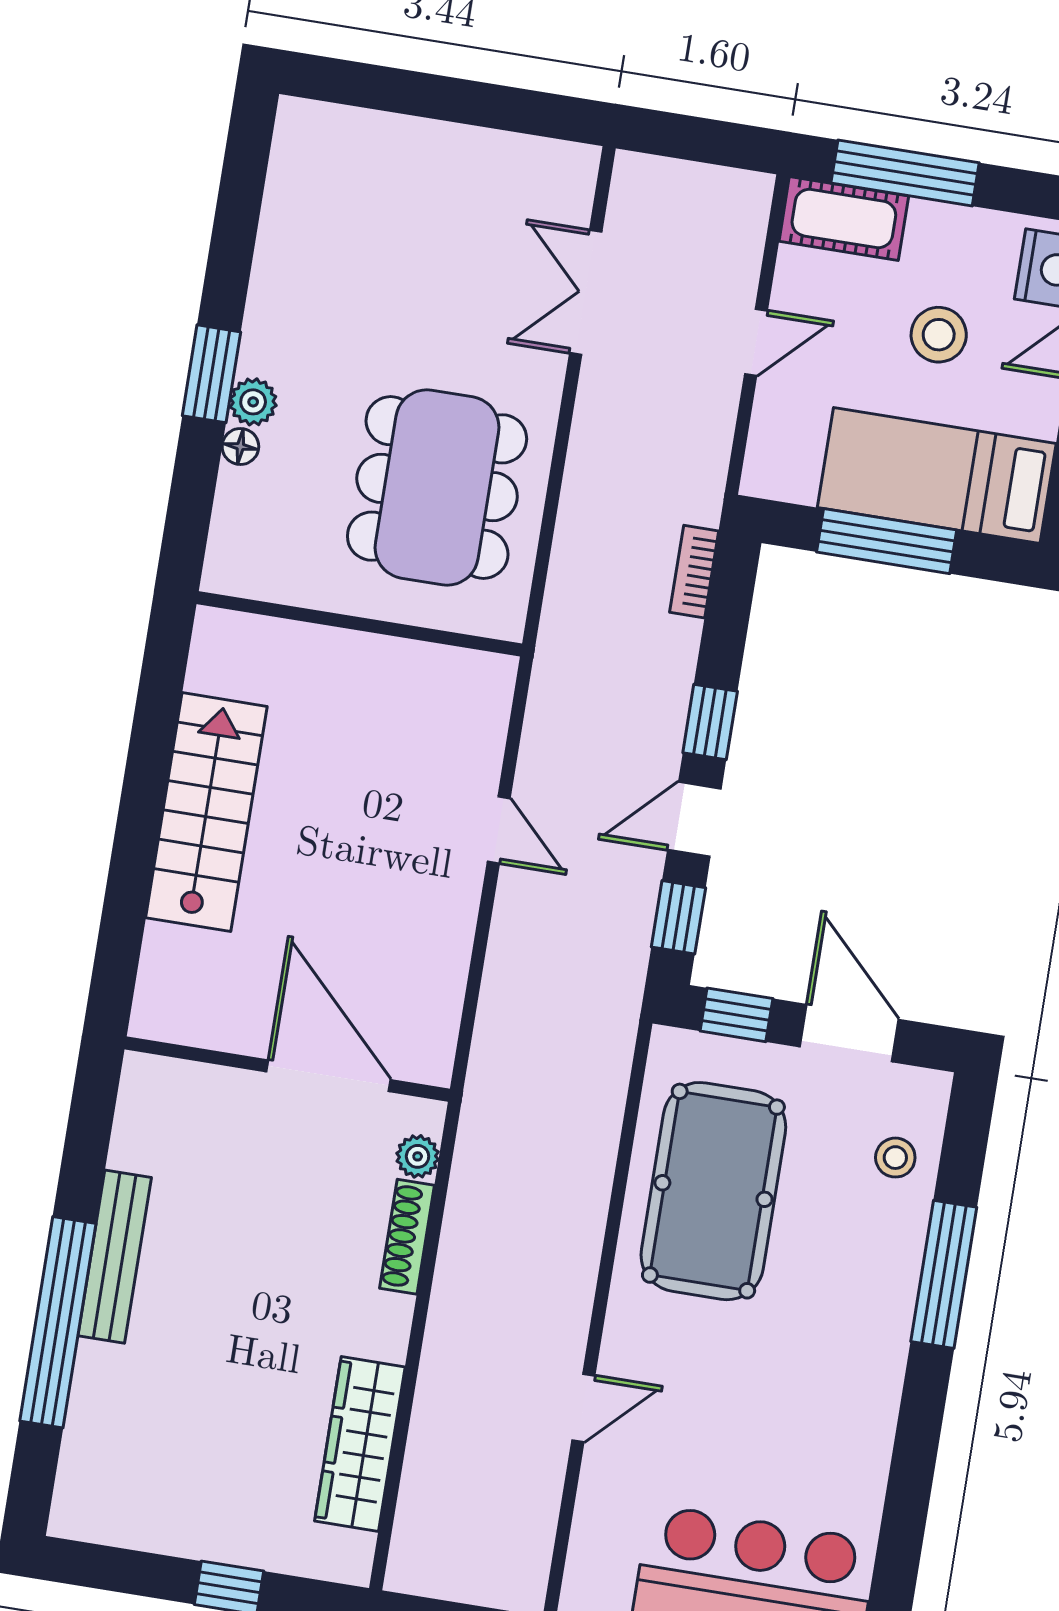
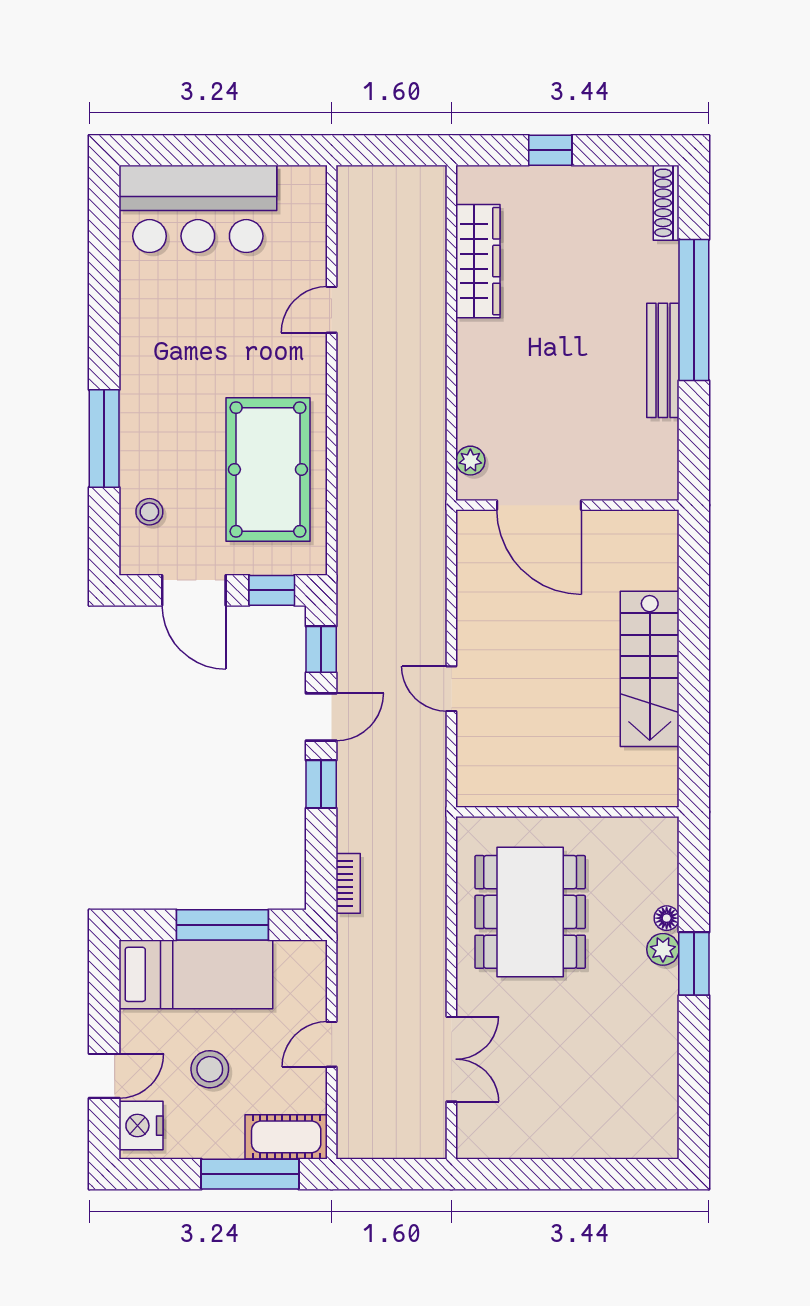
shoe rack: (407, 1237) -> (666, 203), moved, turned 180

